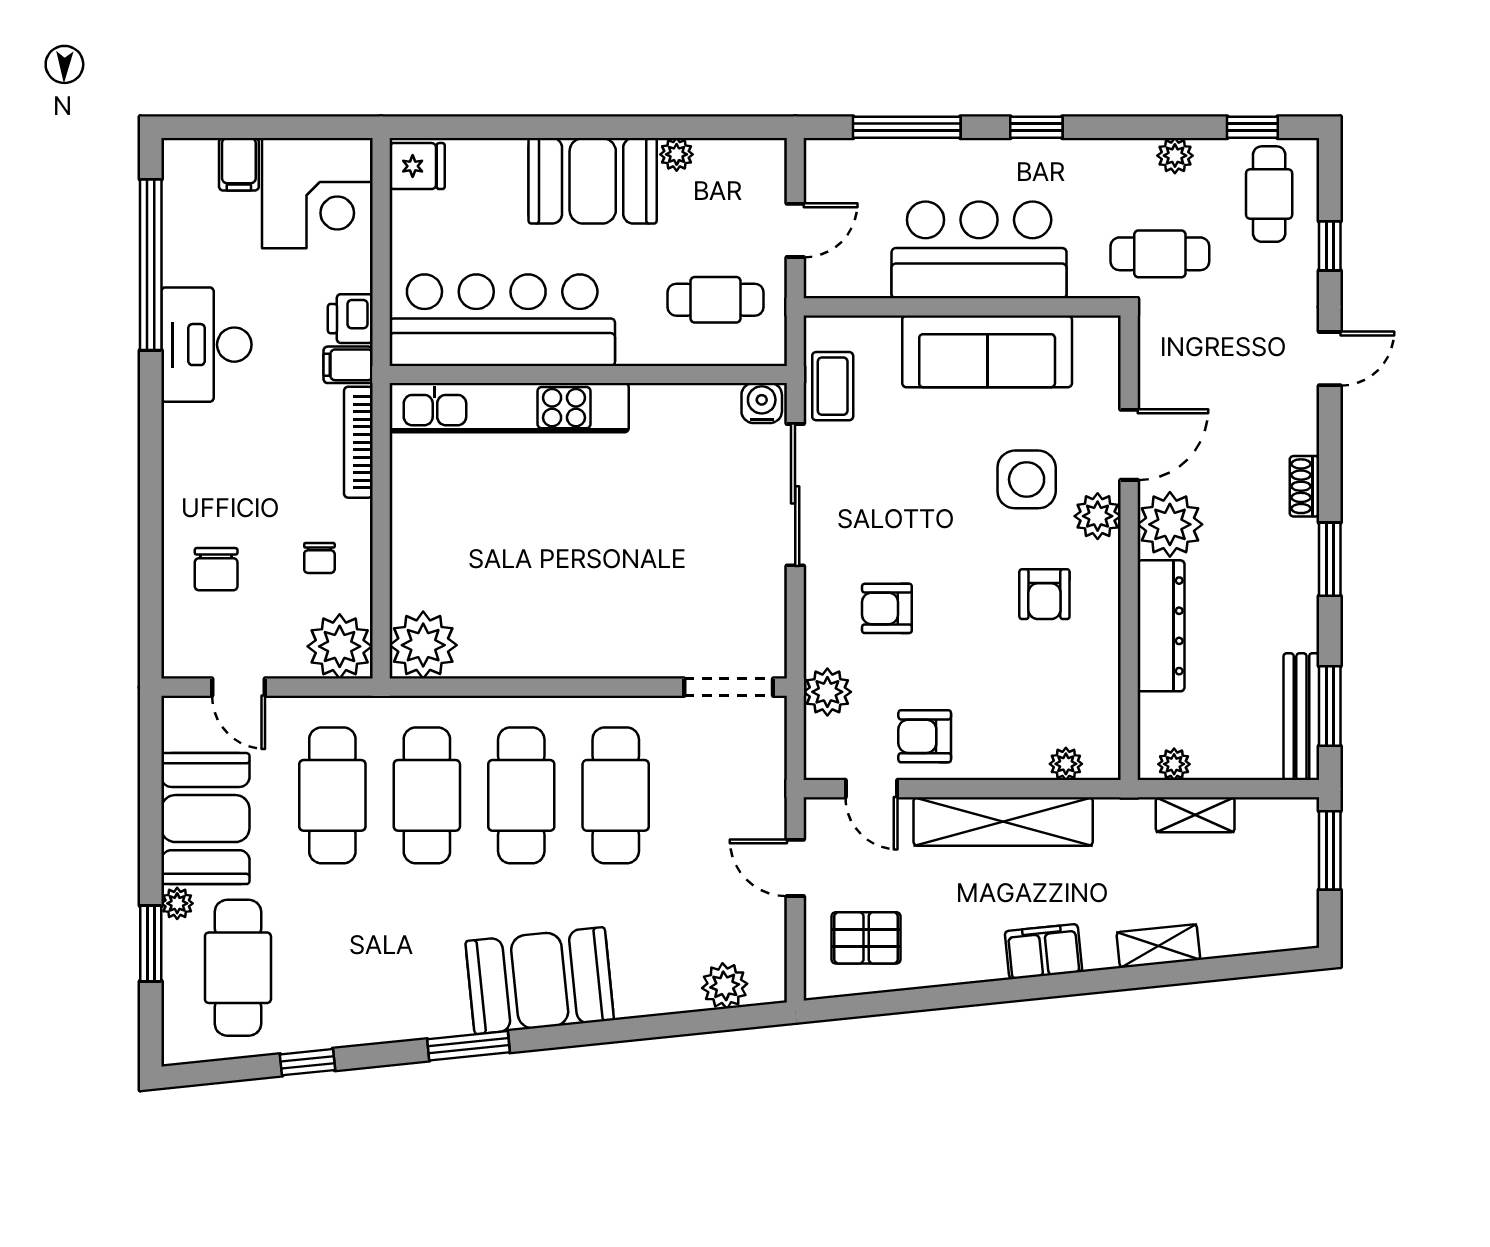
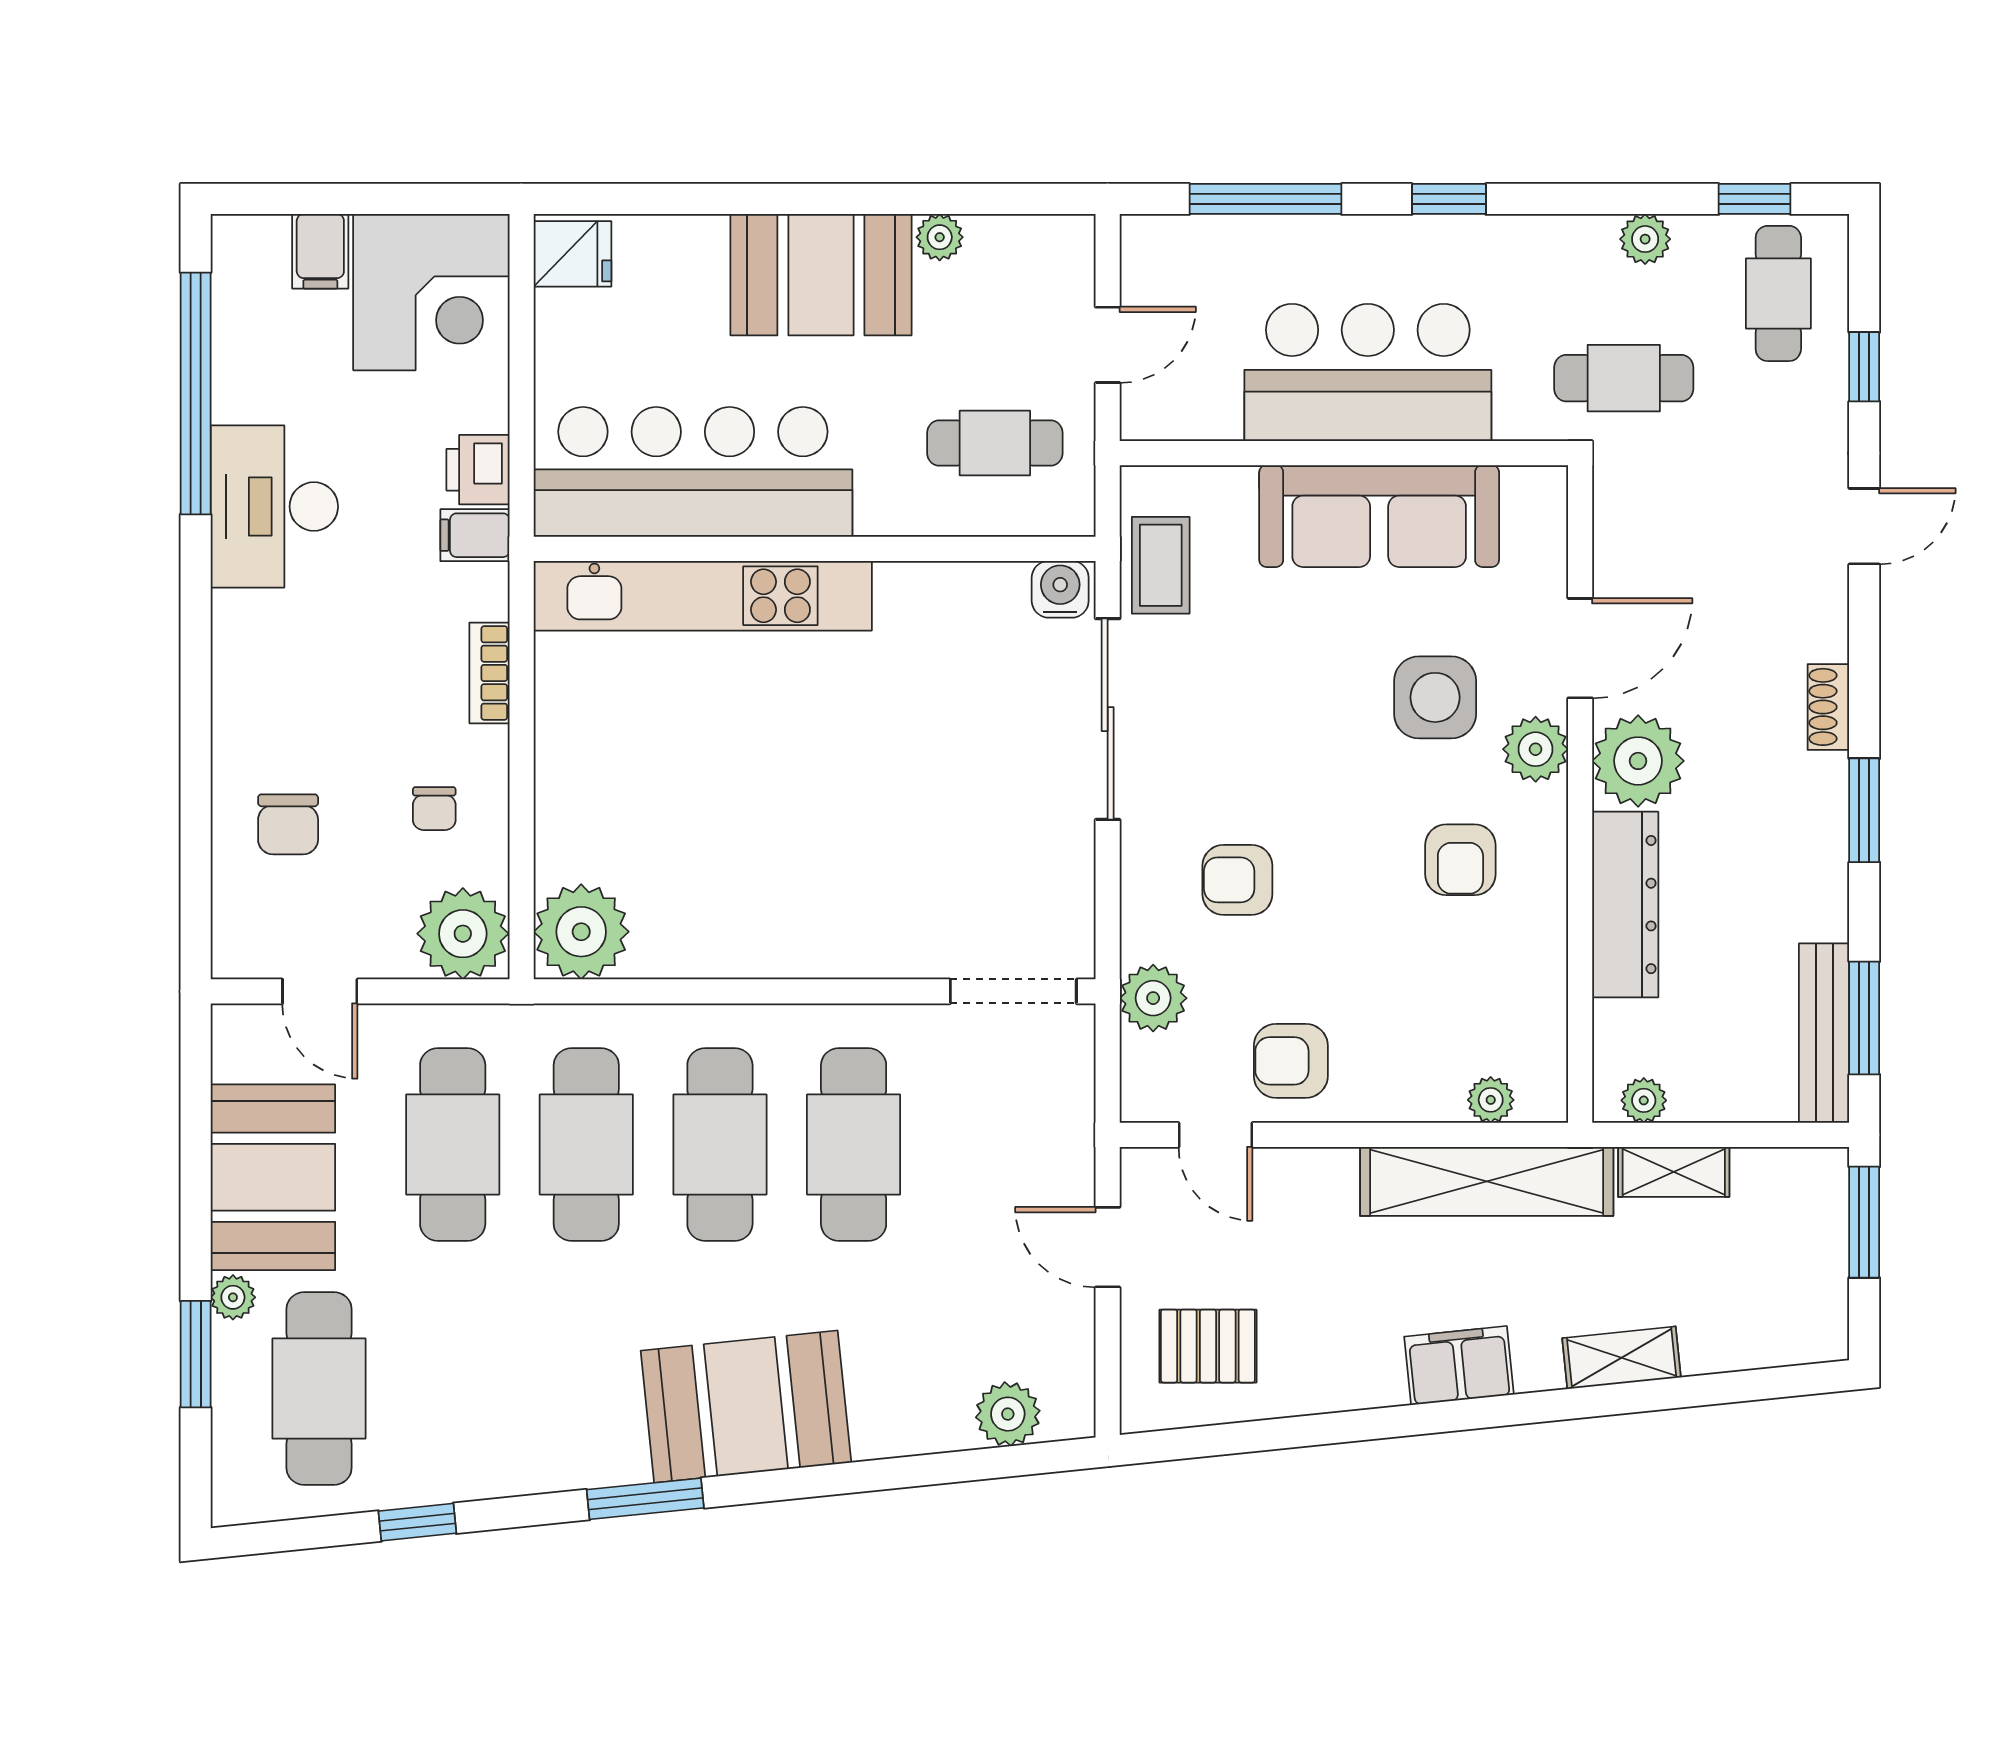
bookcase: (358, 442) -> (489, 673), width x0.64
shelving: (1003, 821) -> (1487, 1181), moved

